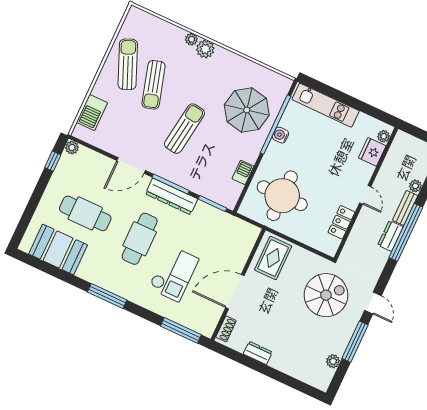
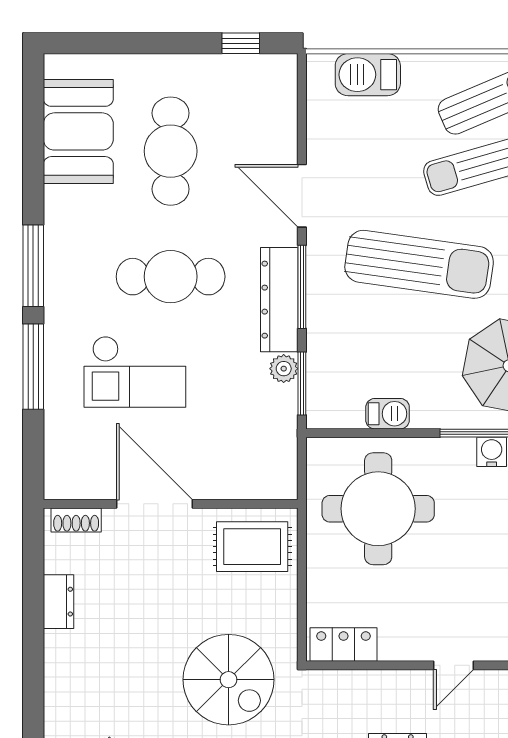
sun lounger: (185, 129) -> (419, 264), width x1.36, depth x1.34
plant: (72, 147) -> (284, 369), moved
locker: (341, 222) -> (343, 644), moved
window: (181, 330) -> (33, 367), moved

